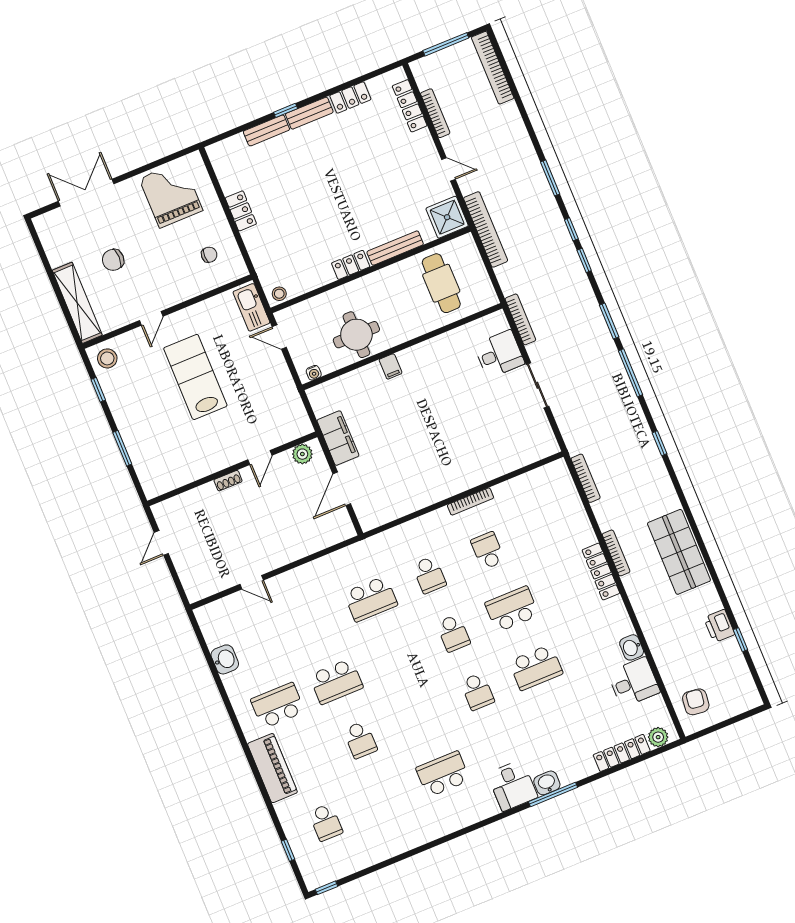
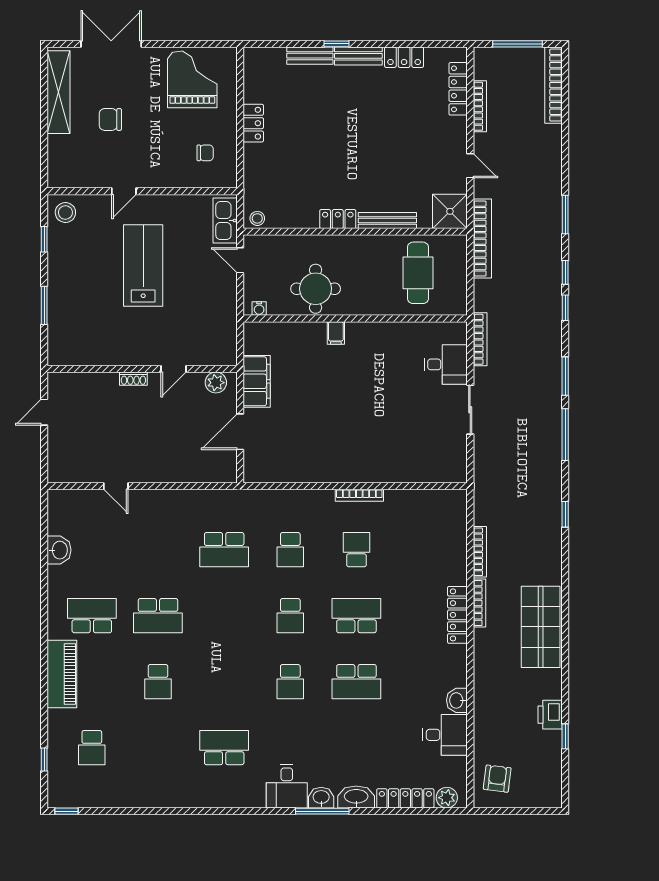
shelving: (77, 303) -> (59, 92), moved
bookcase: (586, 478) -> (480, 552), moved
washbasin: (578, 770) -> (356, 797), added

